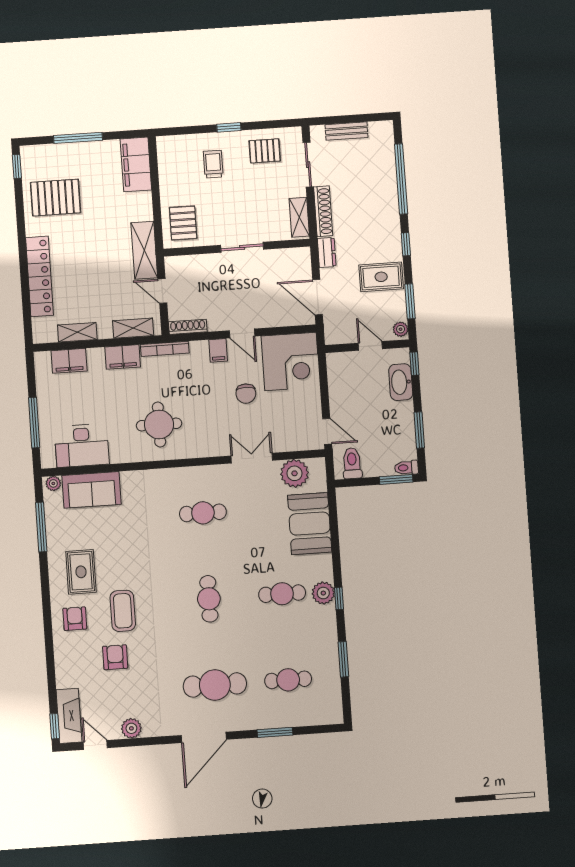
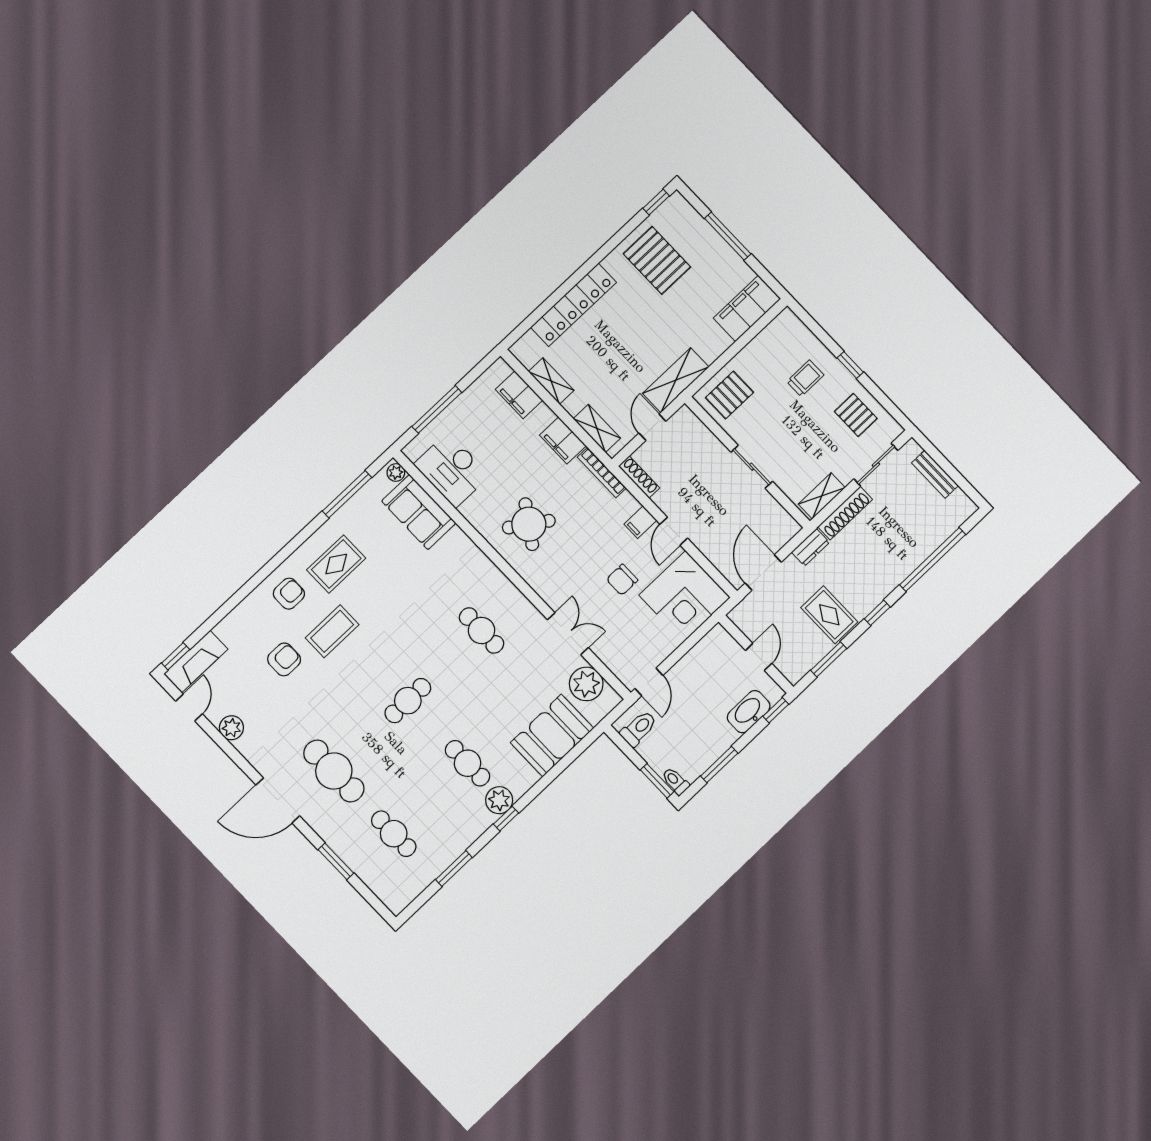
plant: (401, 329) -> (796, 672), removed
round table: (159, 424) -> (529, 524), turned 34

